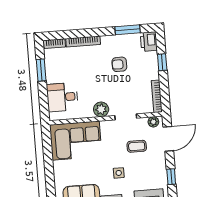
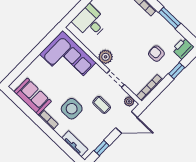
window: (128, 30) -> (170, 18), moved
armchair: (119, 64) -> (156, 54), moved
side table: (119, 173) -> (72, 109), width x1.87, depth x1.87

